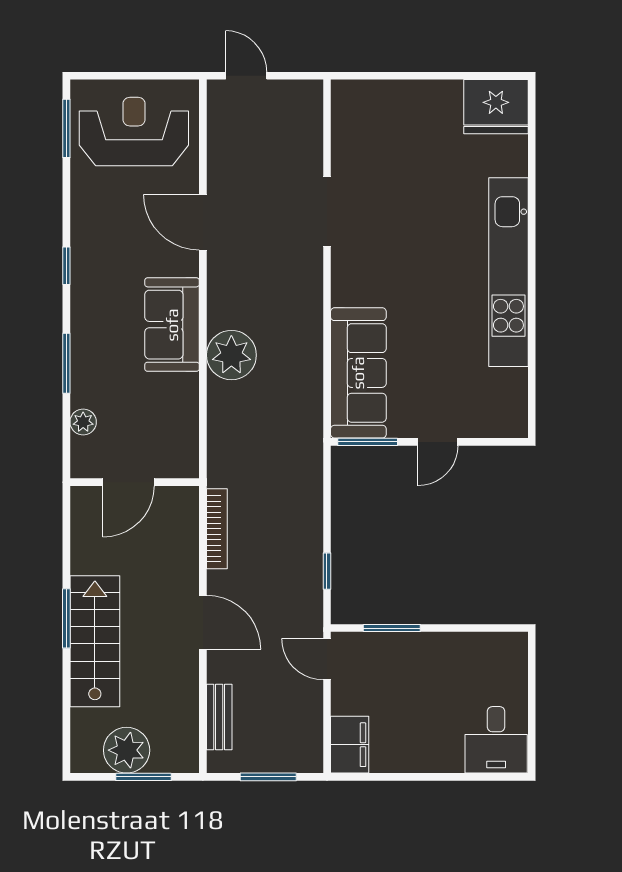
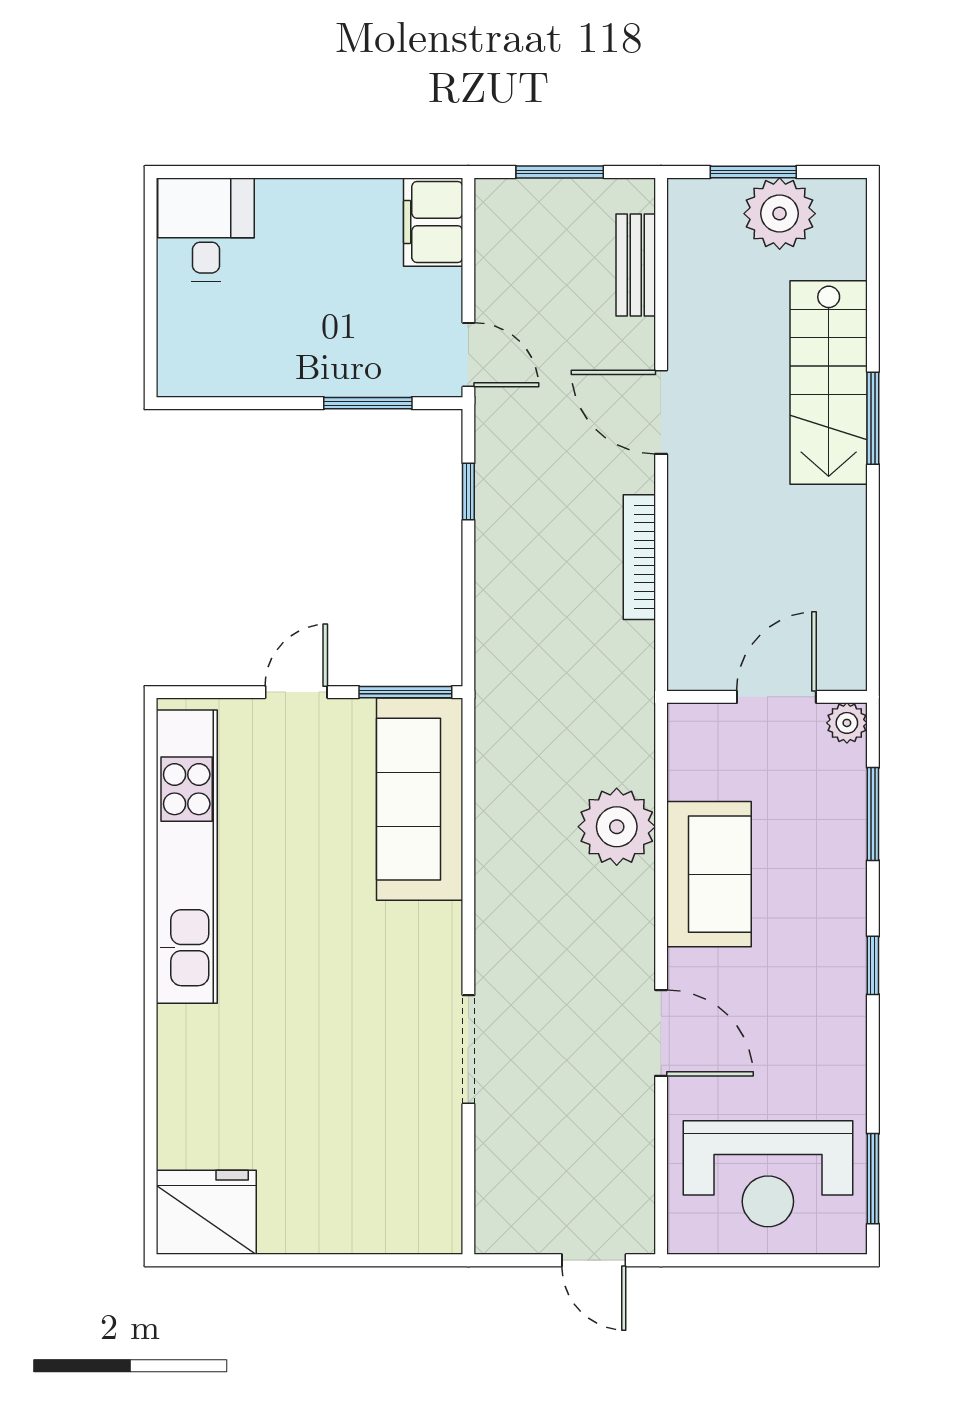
kitchen unit: (508, 272) -> (187, 857), moved
door: (128, 482) -> (776, 697), moved
wall: (135, 482) -> (767, 697), moved

